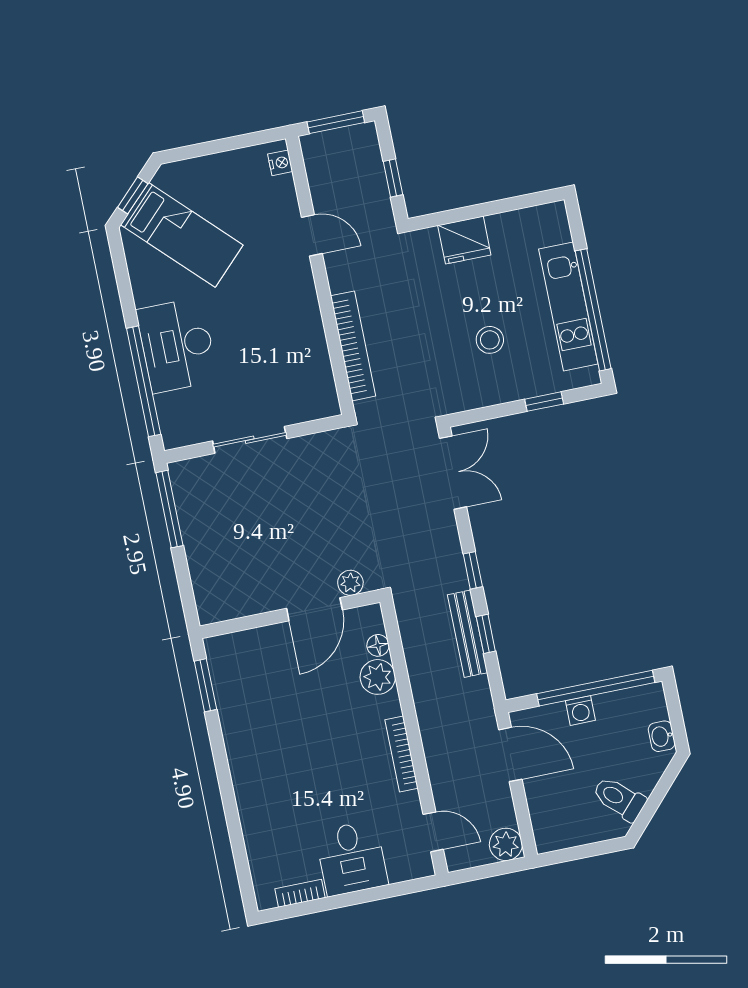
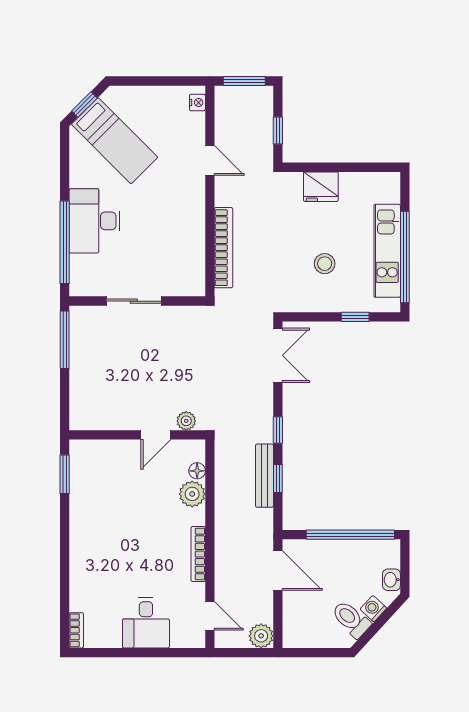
door: (314, 609) -> (156, 435), width x0.73
washing machine: (580, 710) -> (373, 609), moved, turned 133
bookcase: (300, 893) -> (76, 630), moved, turned 90

